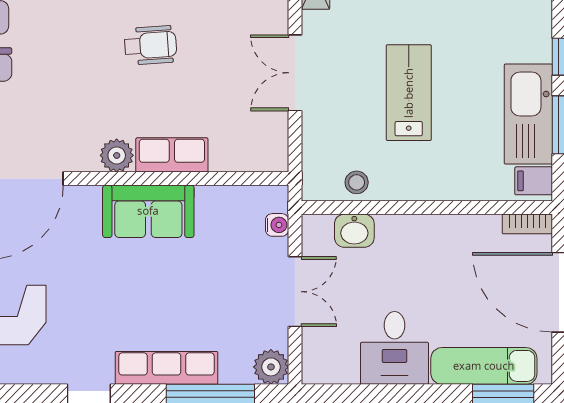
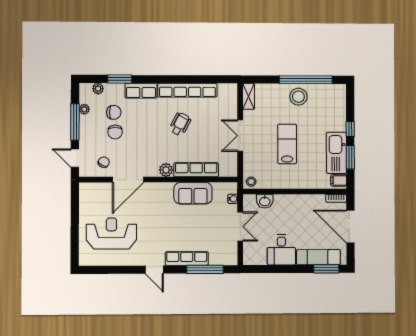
wheelchair: (150, 45) -> (180, 124), turned -58
row of seats: (172, 155) -> (196, 170), width x1.48
stool: (357, 182) -> (251, 182), moved
sofa: (148, 211) -> (193, 193), moved
plant: (271, 367) -> (230, 258), removed

